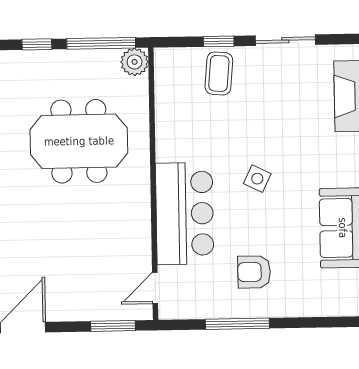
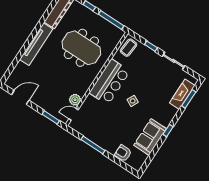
plant: (135, 62) -> (75, 100), moved
coffee table: (219, 73) -> (129, 48), moved
bar counter: (185, 213) -> (110, 82), moved
armchair: (254, 272) -> (123, 153), moved

